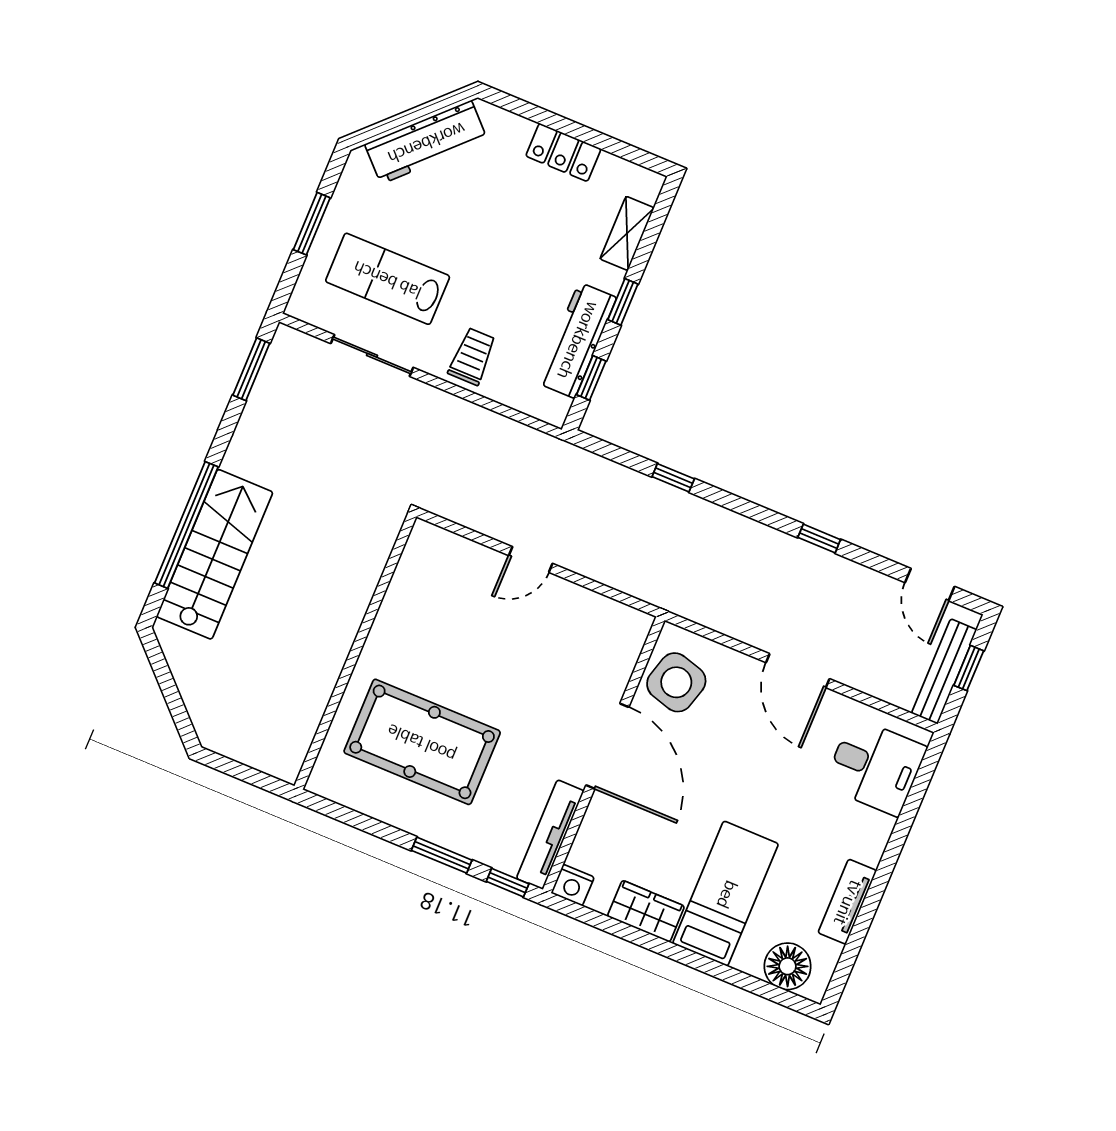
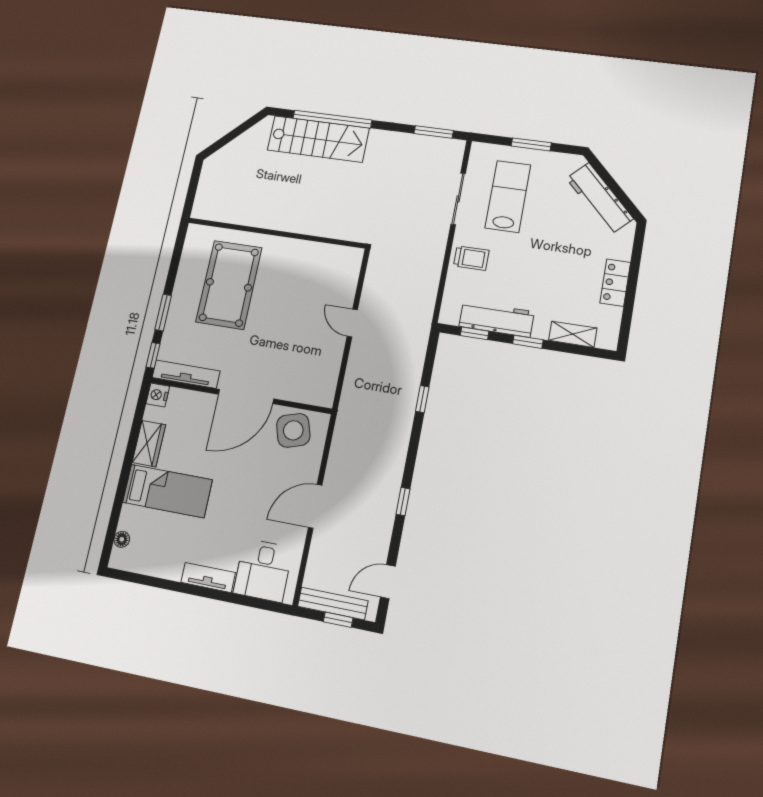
side table: (676, 682) -> (293, 430), turned -33
tv unit: (847, 902) -> (208, 577), moved
floor lamp: (788, 966) -> (122, 539), width x0.53, depth x0.53

